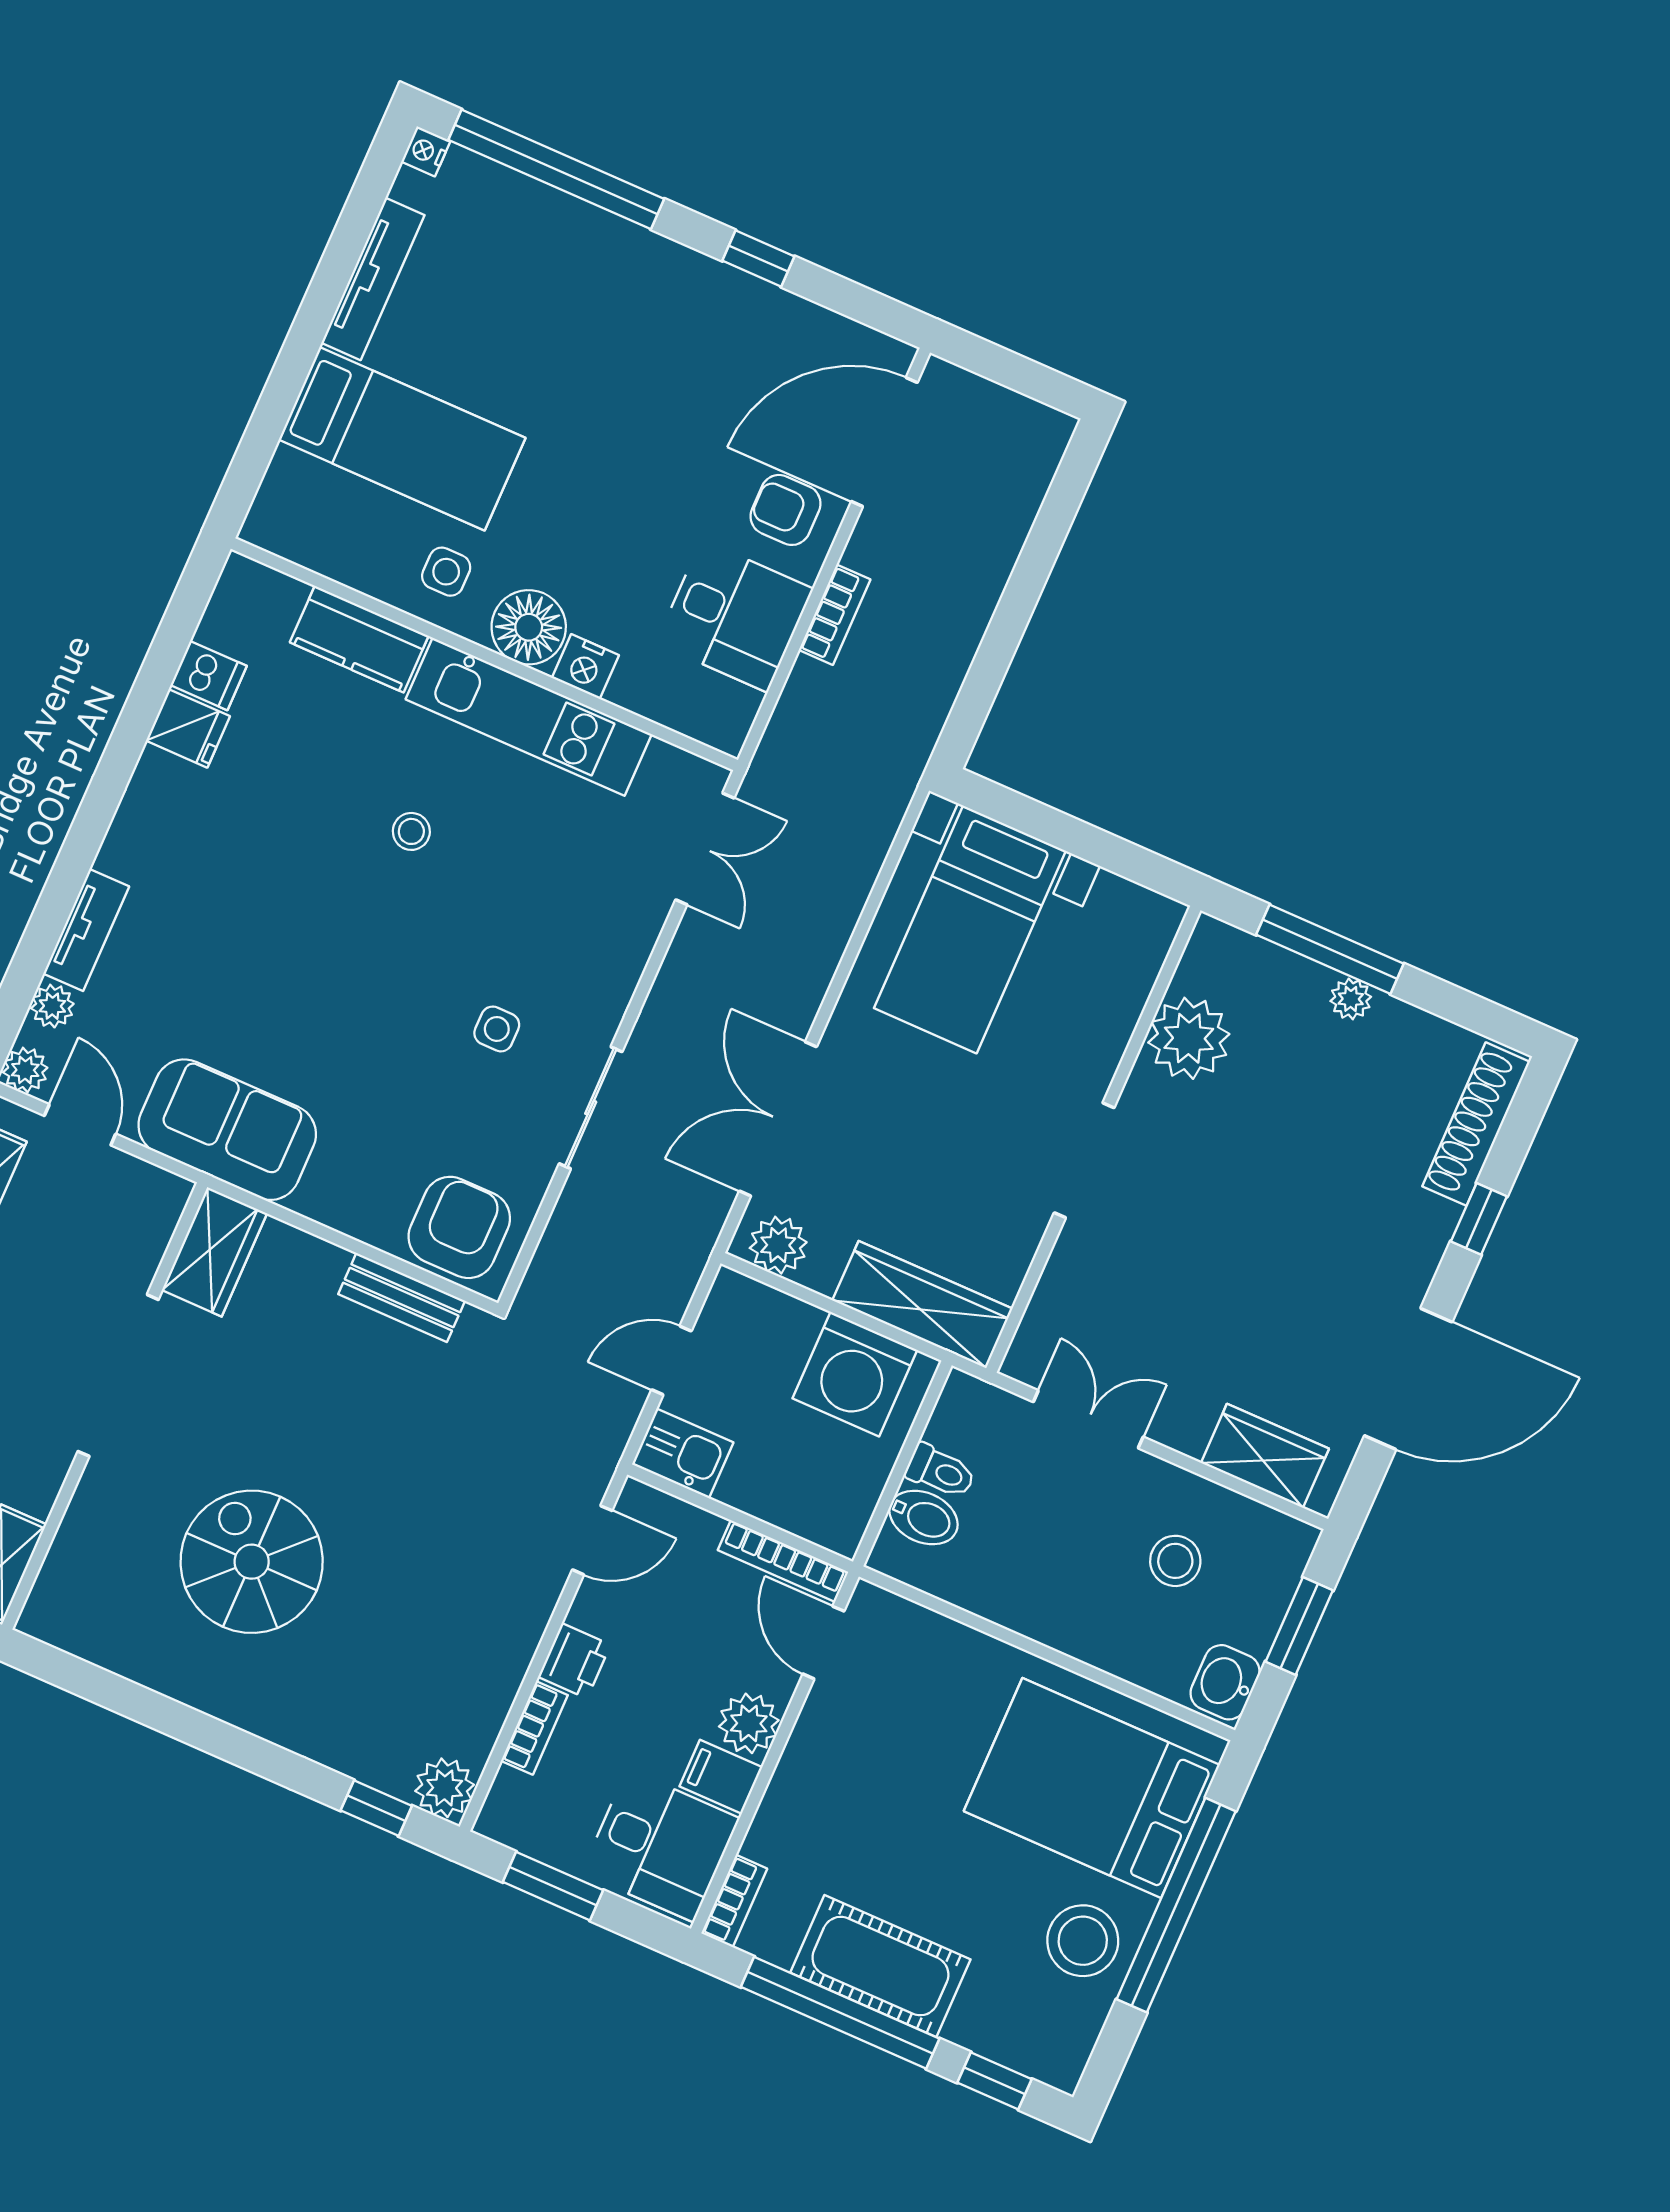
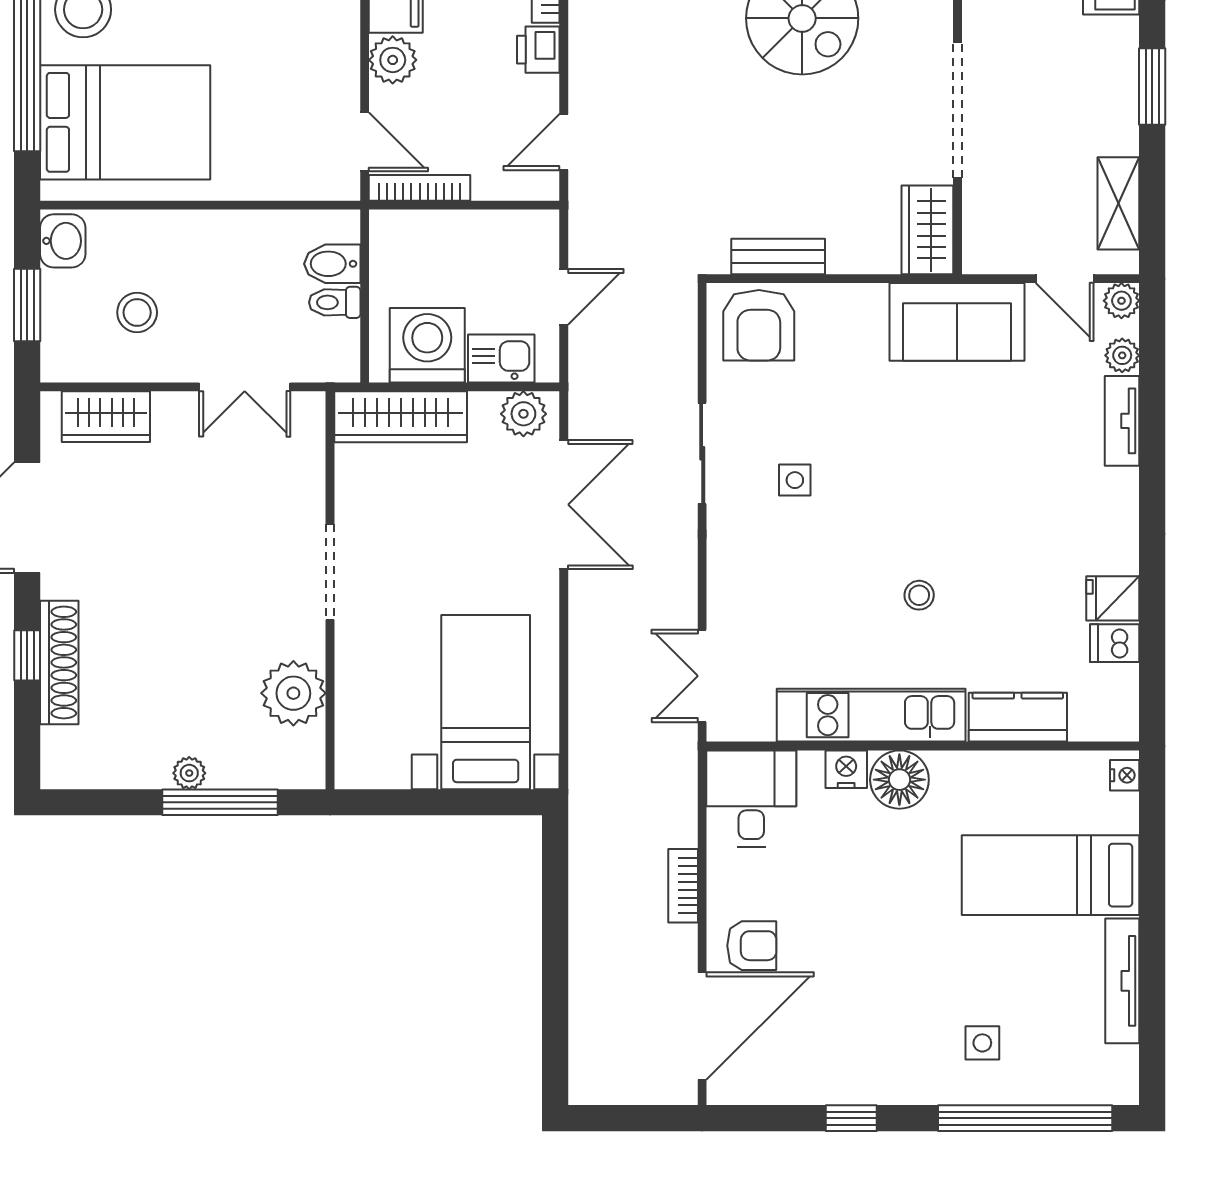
nightstand: (426, 151) -> (1125, 775), moved
side table: (446, 572) -> (982, 1043), moved
desk: (735, 616) -> (751, 799), moved, turned 90
shoe rack: (1476, 1124) -> (59, 662), moved
kitchen sink: (683, 1453) -> (501, 358), moved, turned 180

